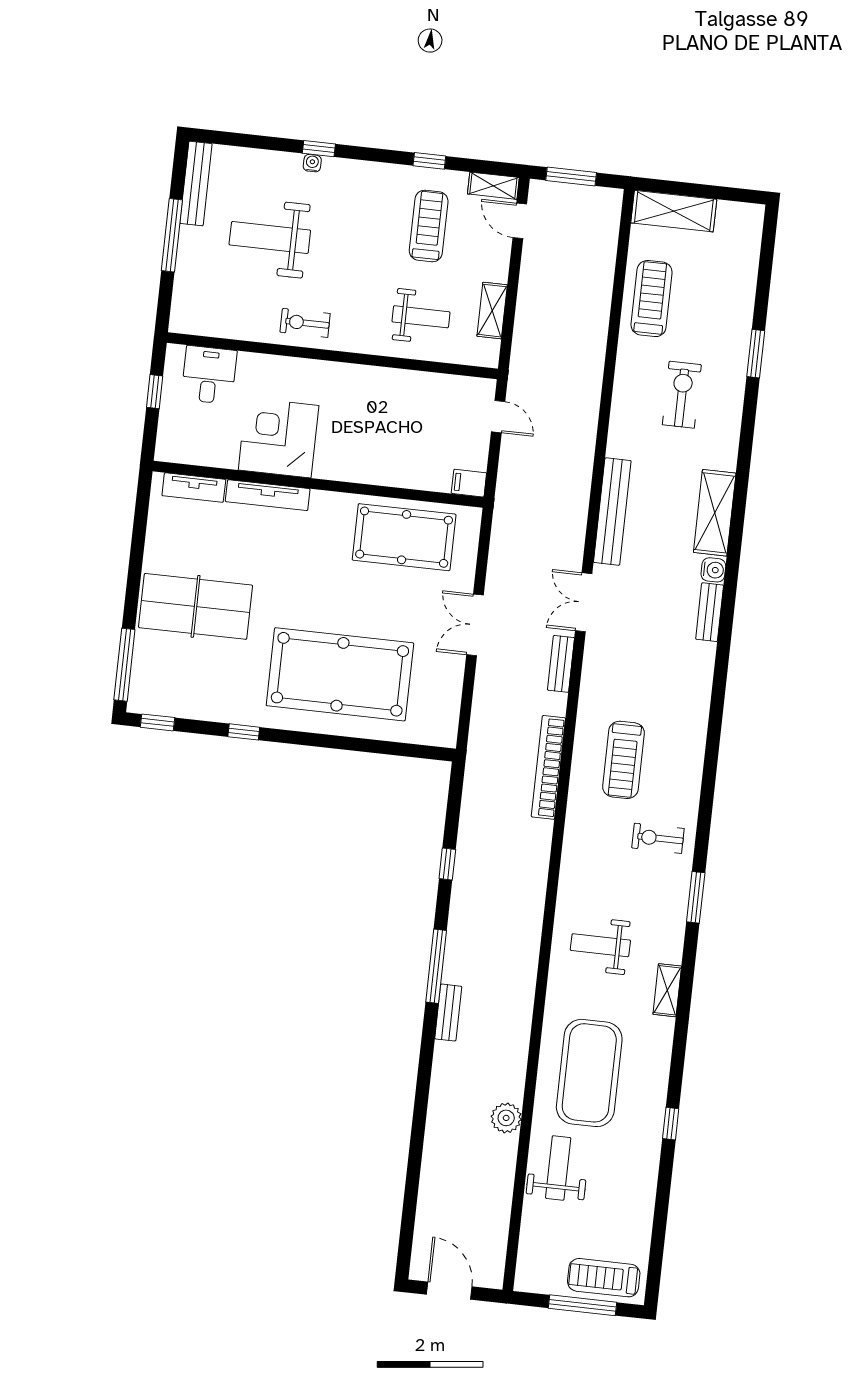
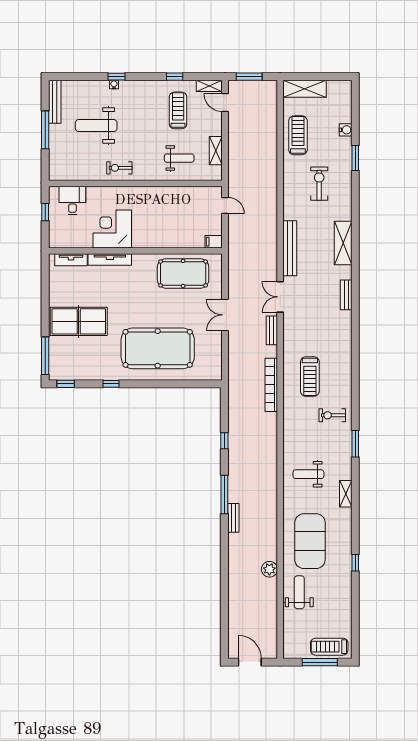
water cooler: (713, 570) -> (346, 130), moved

